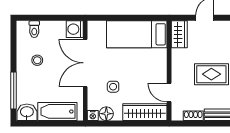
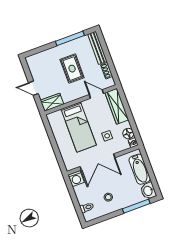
bed: (137, 34) -> (79, 127), moved
door: (169, 93) -> (96, 94), swing flipped

